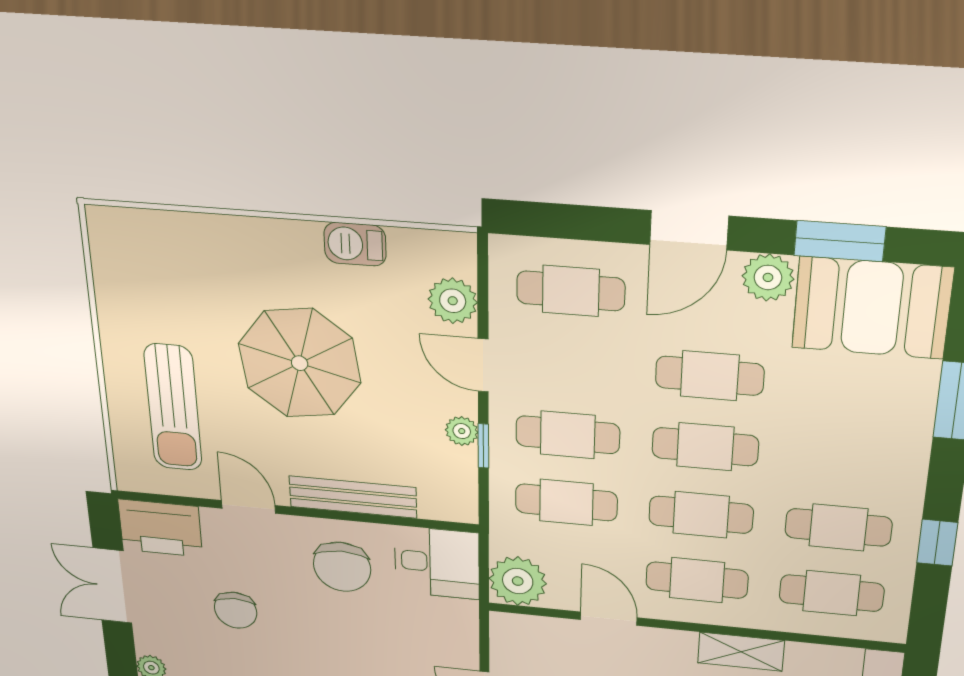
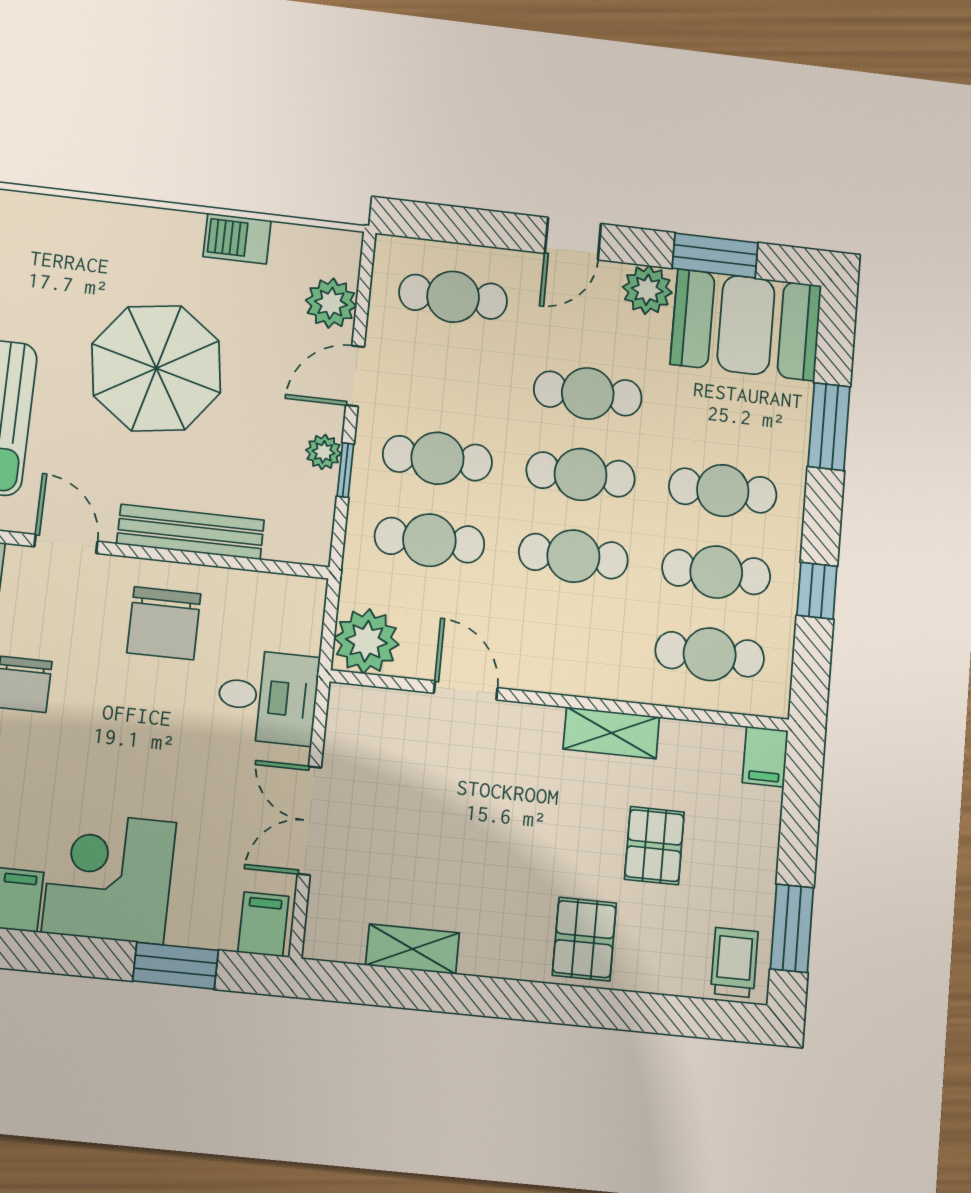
door: (689, 230) -> (573, 239), width x0.73
door: (483, 365) -> (355, 376), hinge flipped
desk: (437, 563) -> (268, 697), moved
cafe table: (697, 580) -> (723, 490), moved

